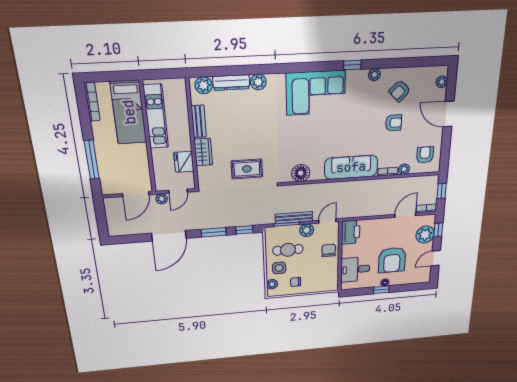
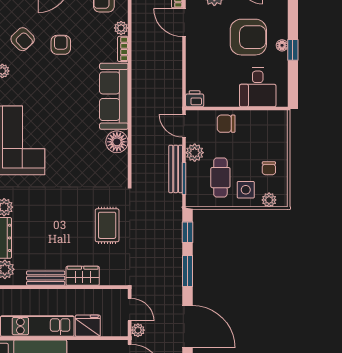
fridge: (184, 162) -> (88, 326), moved, turned 180
floor lamp: (301, 173) -> (117, 142), moved
printer: (351, 232) -> (195, 99), width x0.53, depth x0.68

